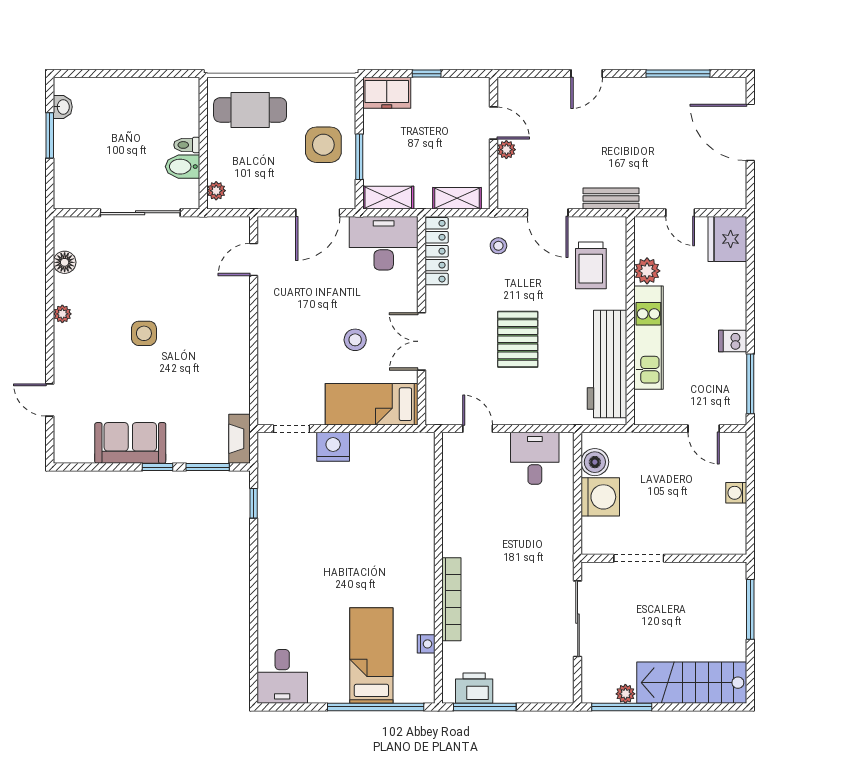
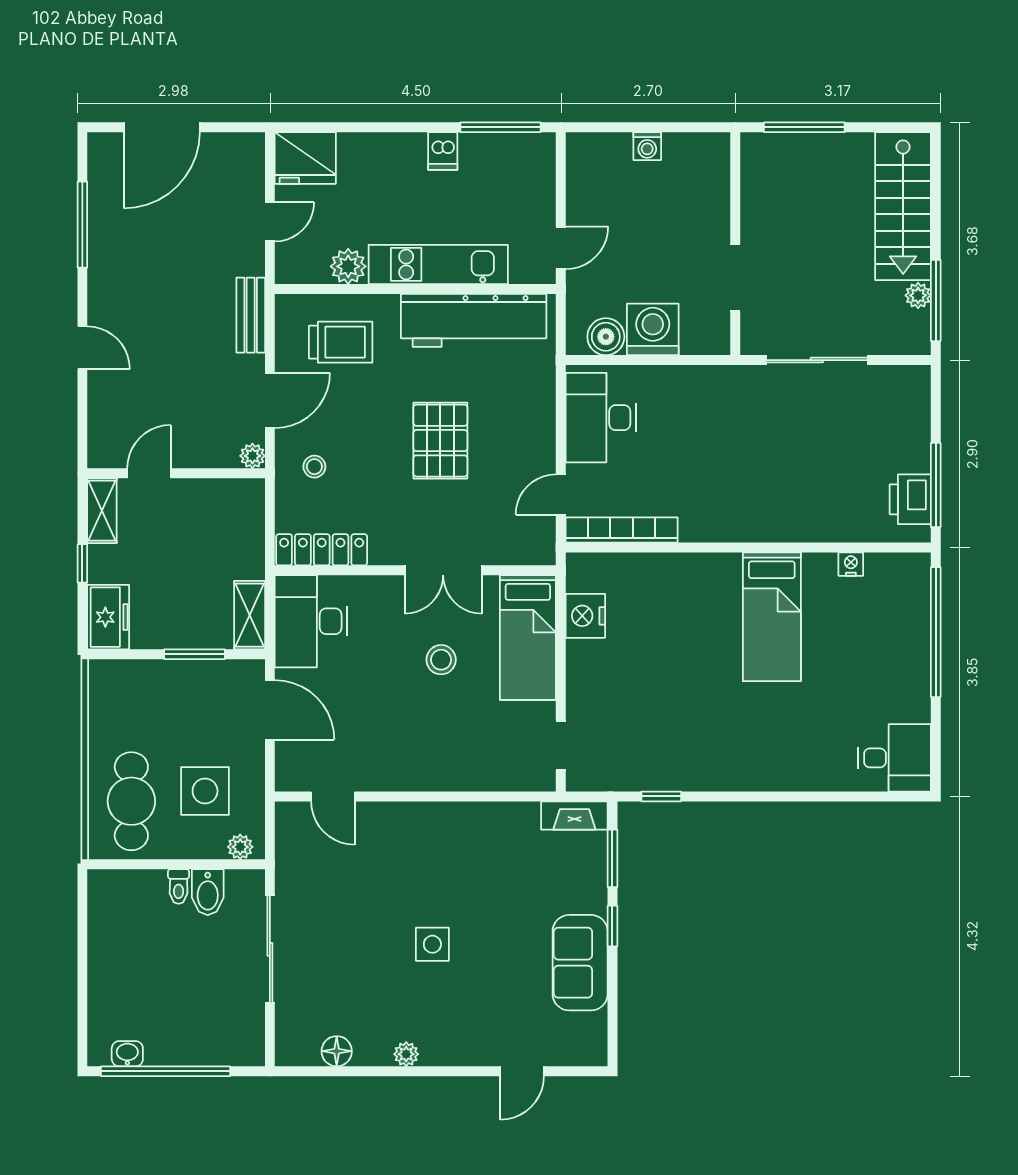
window: (50, 135) -> (166, 1071), width x2.11
side table: (323, 145) -> (205, 791), moved
plant: (506, 150) -> (252, 456), moved
shelving: (457, 198) -> (102, 511), moved
pallet: (518, 339) -> (440, 441), turned 90
door: (704, 429) -> (561, 248), moved
nightstand: (333, 447) -> (585, 616), moved
desk: (535, 458) -> (601, 418), width x1.37
bookcase: (451, 599) -> (622, 530), moved
bed: (371, 656) -> (772, 617), moved, turned -90

